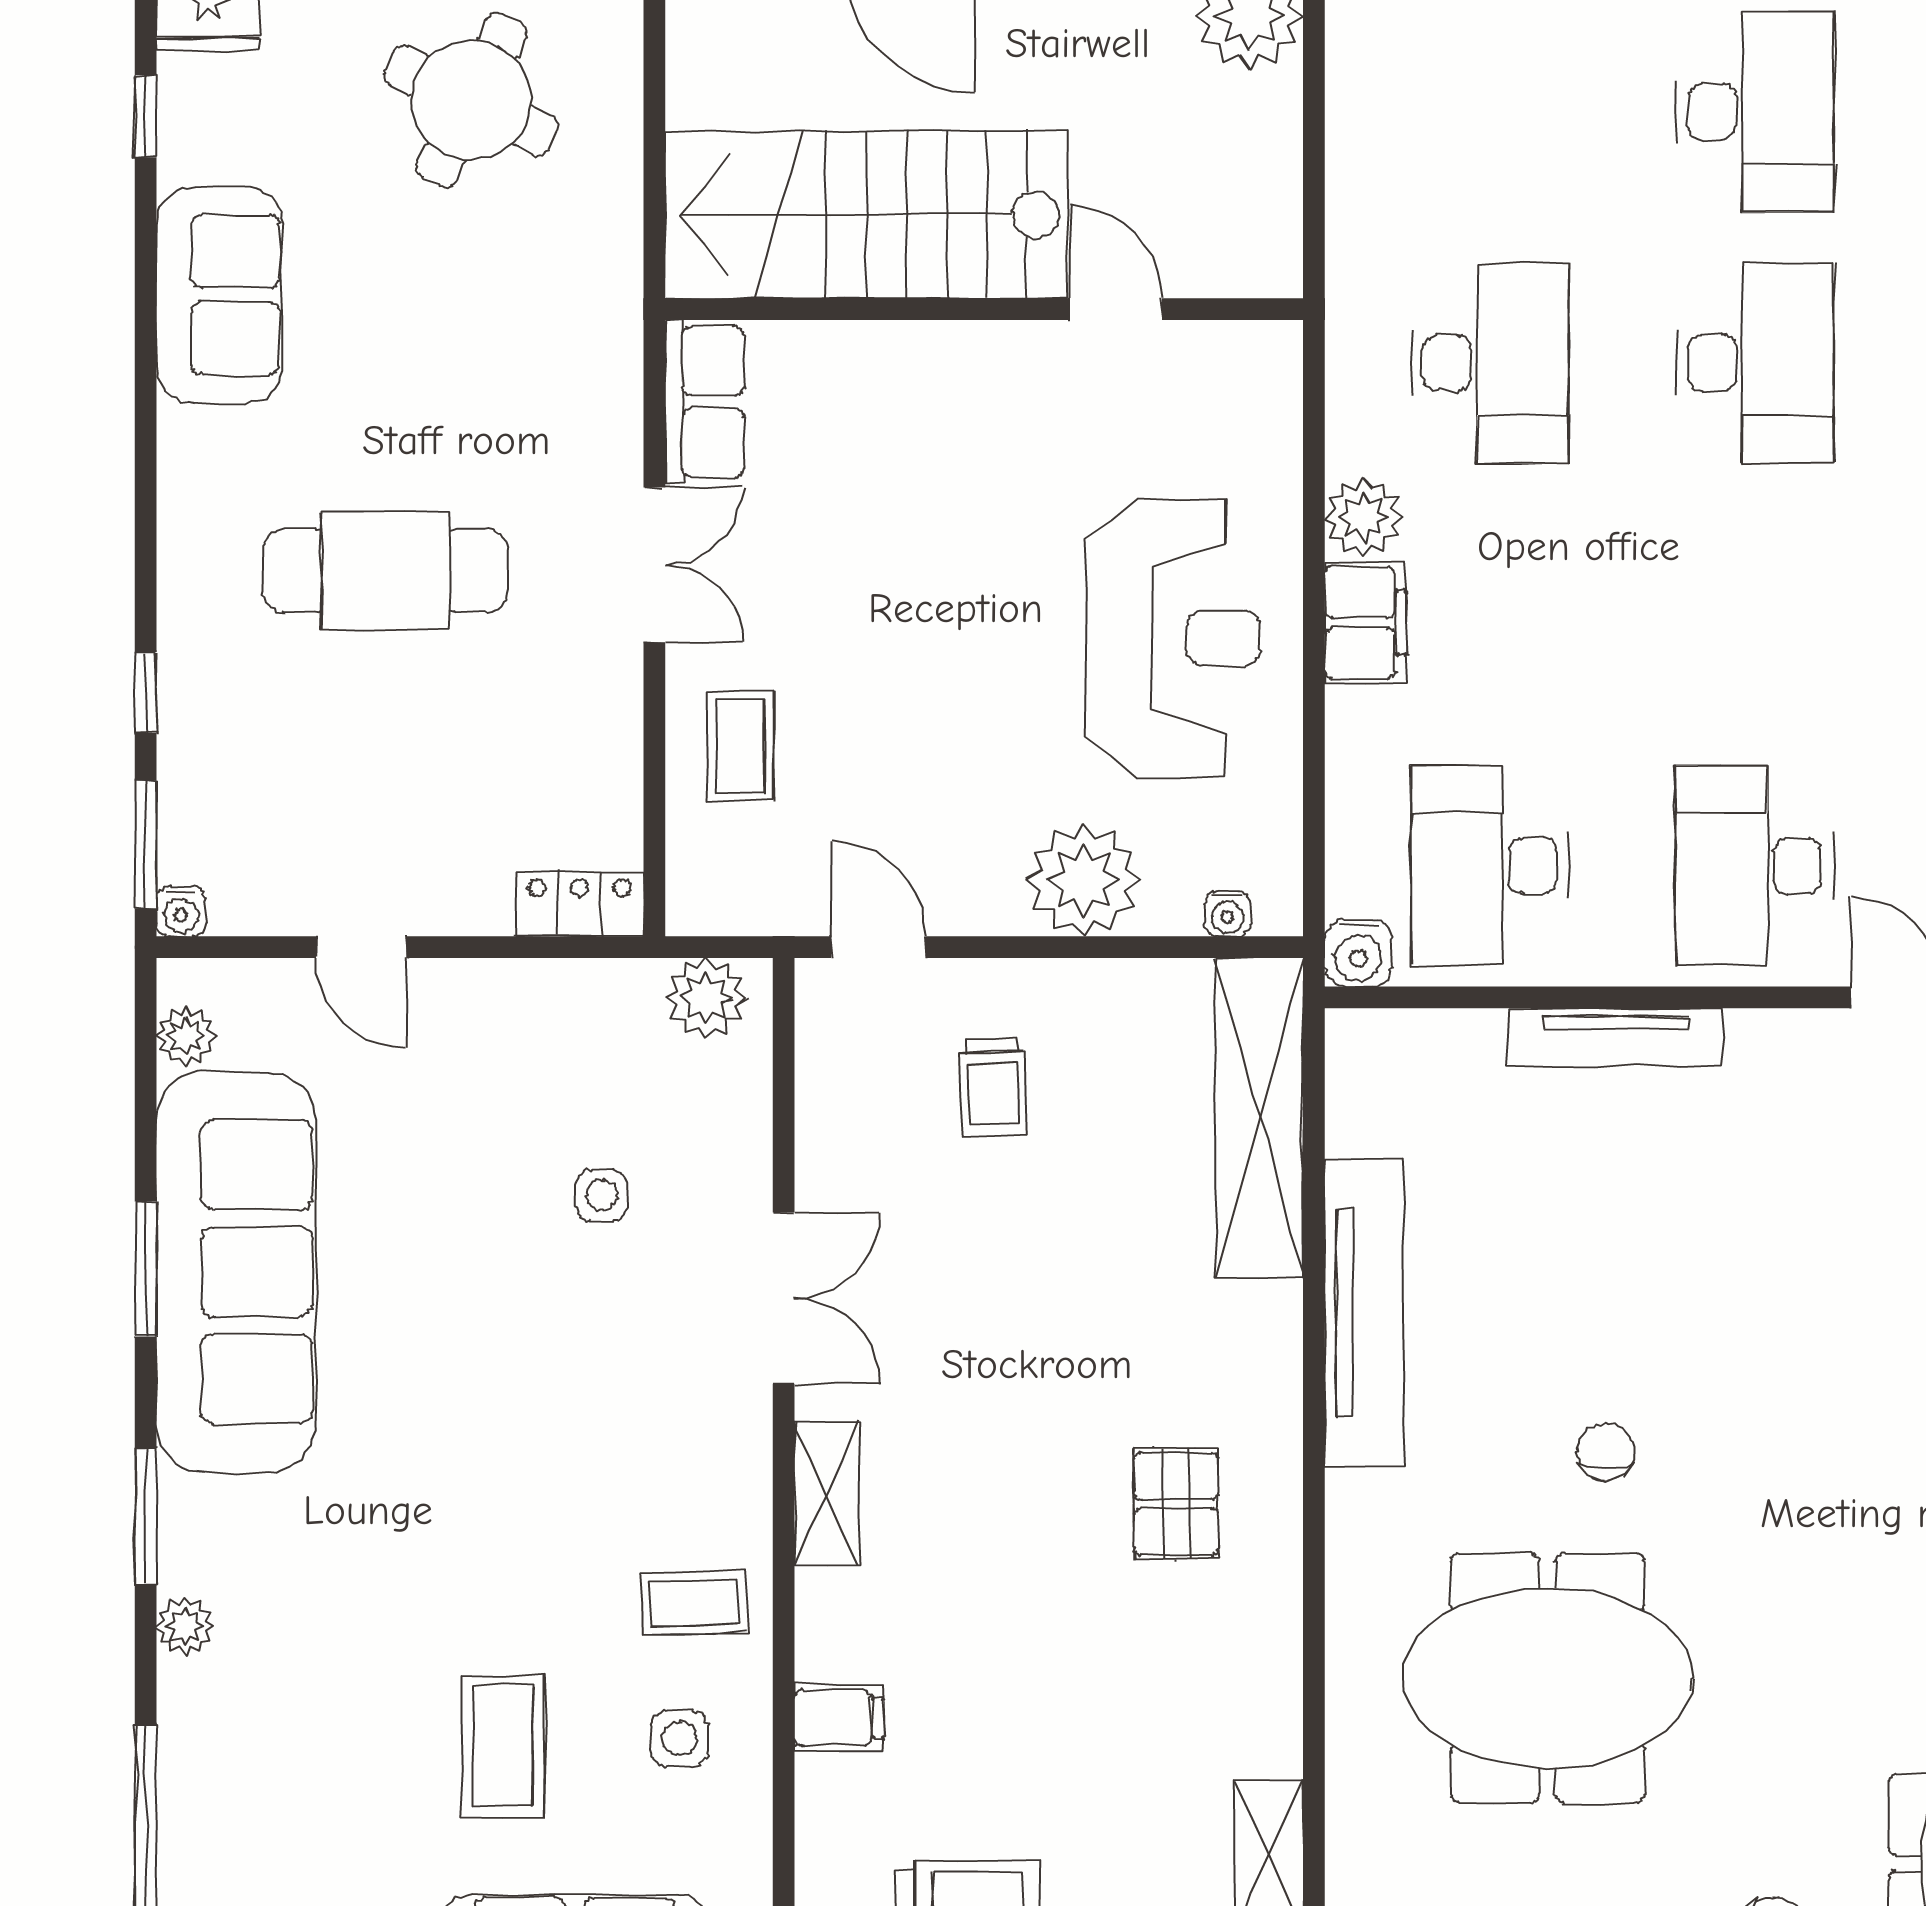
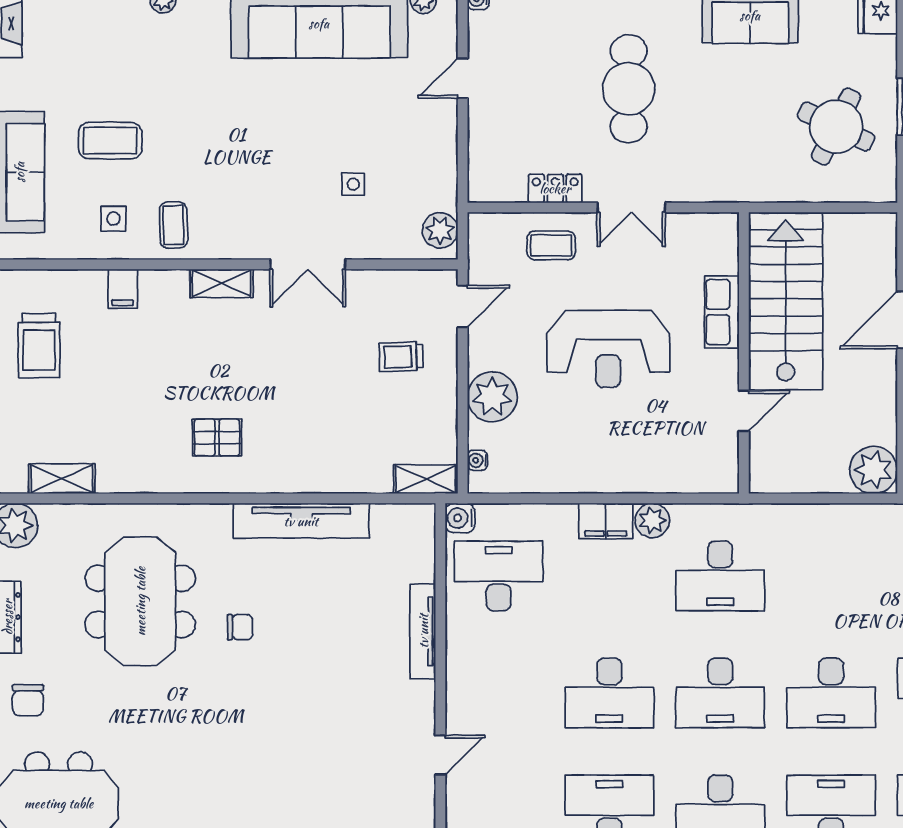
row of seats: (704, 402) -> (722, 312), moved, turned 90
reception desk: (1173, 638) -> (608, 349), moved
desk: (1755, 866) -> (609, 693), moved, turned 180
locker: (579, 904) -> (555, 188), moved, turned -90
shelving: (1260, 1118) -> (426, 479), width x0.45, depth x0.75

